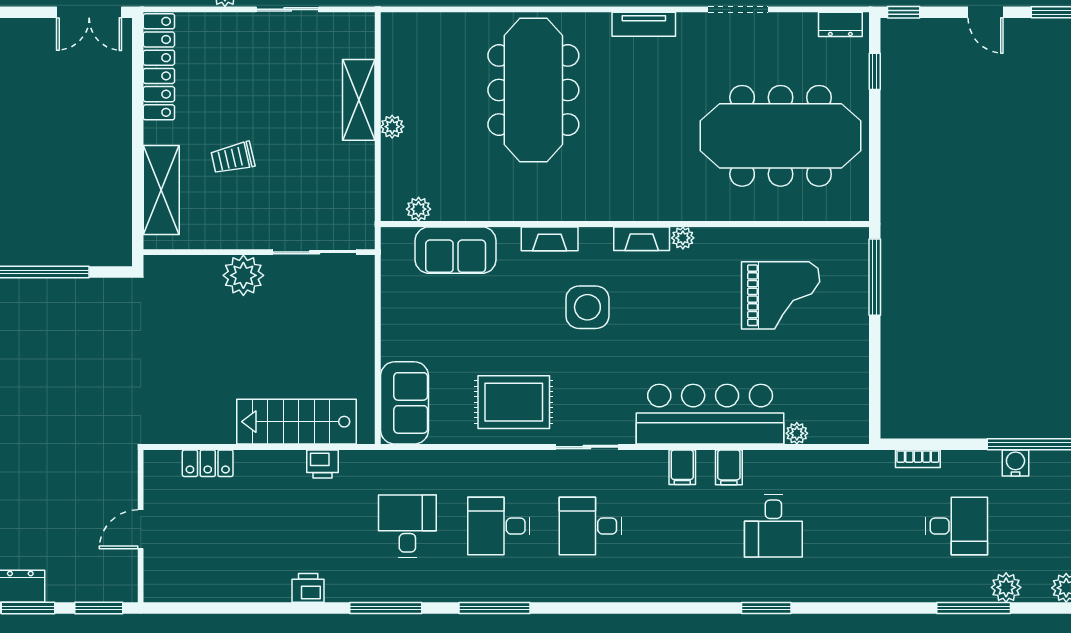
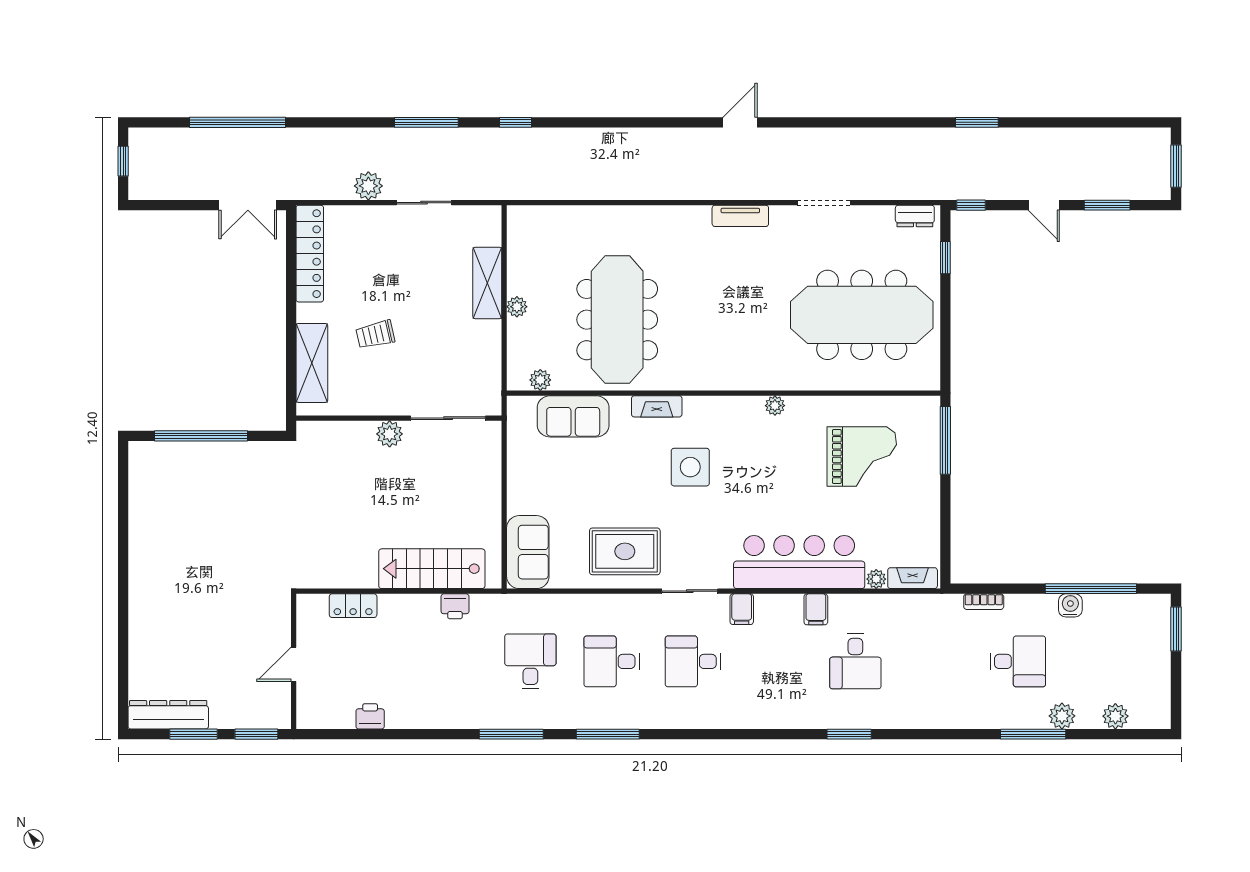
meeting table: (533, 90) -> (617, 320), moved
fireplace: (642, 239) -> (913, 578), moved, turned 180
plant: (243, 275) -> (390, 434), width x0.73, depth x0.73
filing cabinet: (682, 467) -> (742, 609), moved
printer: (308, 588) -> (370, 716), moved

